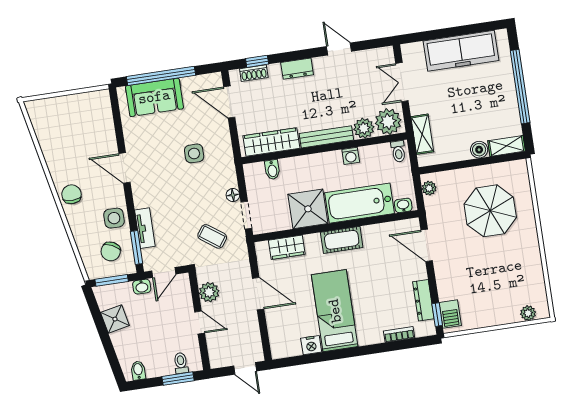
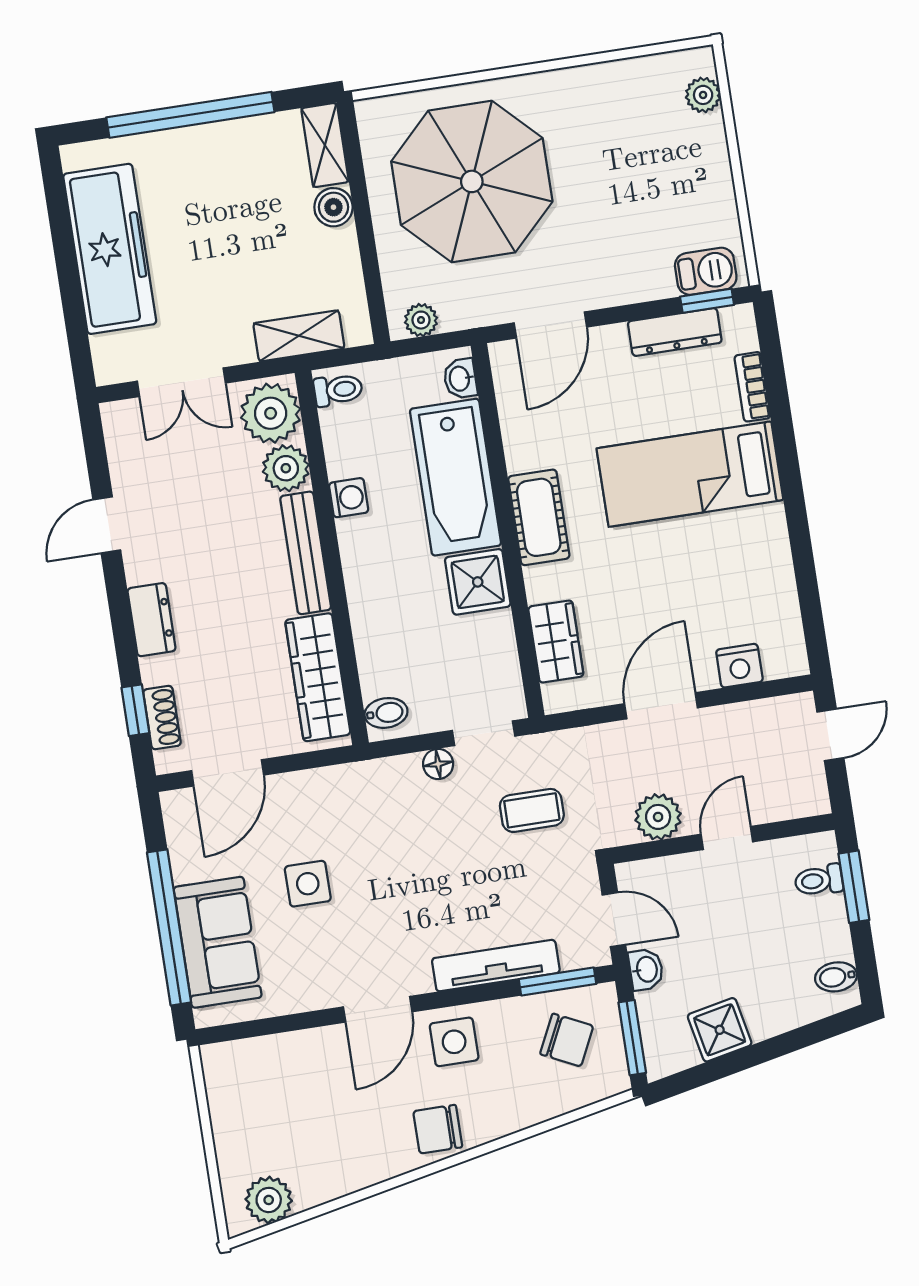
plant: (40, 119) -> (269, 1200), added
side table: (194, 153) -> (308, 884), moved
bidet: (272, 170) -> (386, 713), moved
shower: (308, 209) -> (478, 582), width x0.73, depth x0.73
parasol: (490, 211) -> (472, 181), width x1.36, depth x1.36
side table: (114, 218) -> (454, 1042), moved
tv unit: (145, 228) -> (496, 966), width x1.41
coffee table: (212, 236) -> (532, 810), turned 54
bed: (335, 311) -> (690, 474), moved
nightstand: (311, 345) -> (739, 666), moved, turned 90

